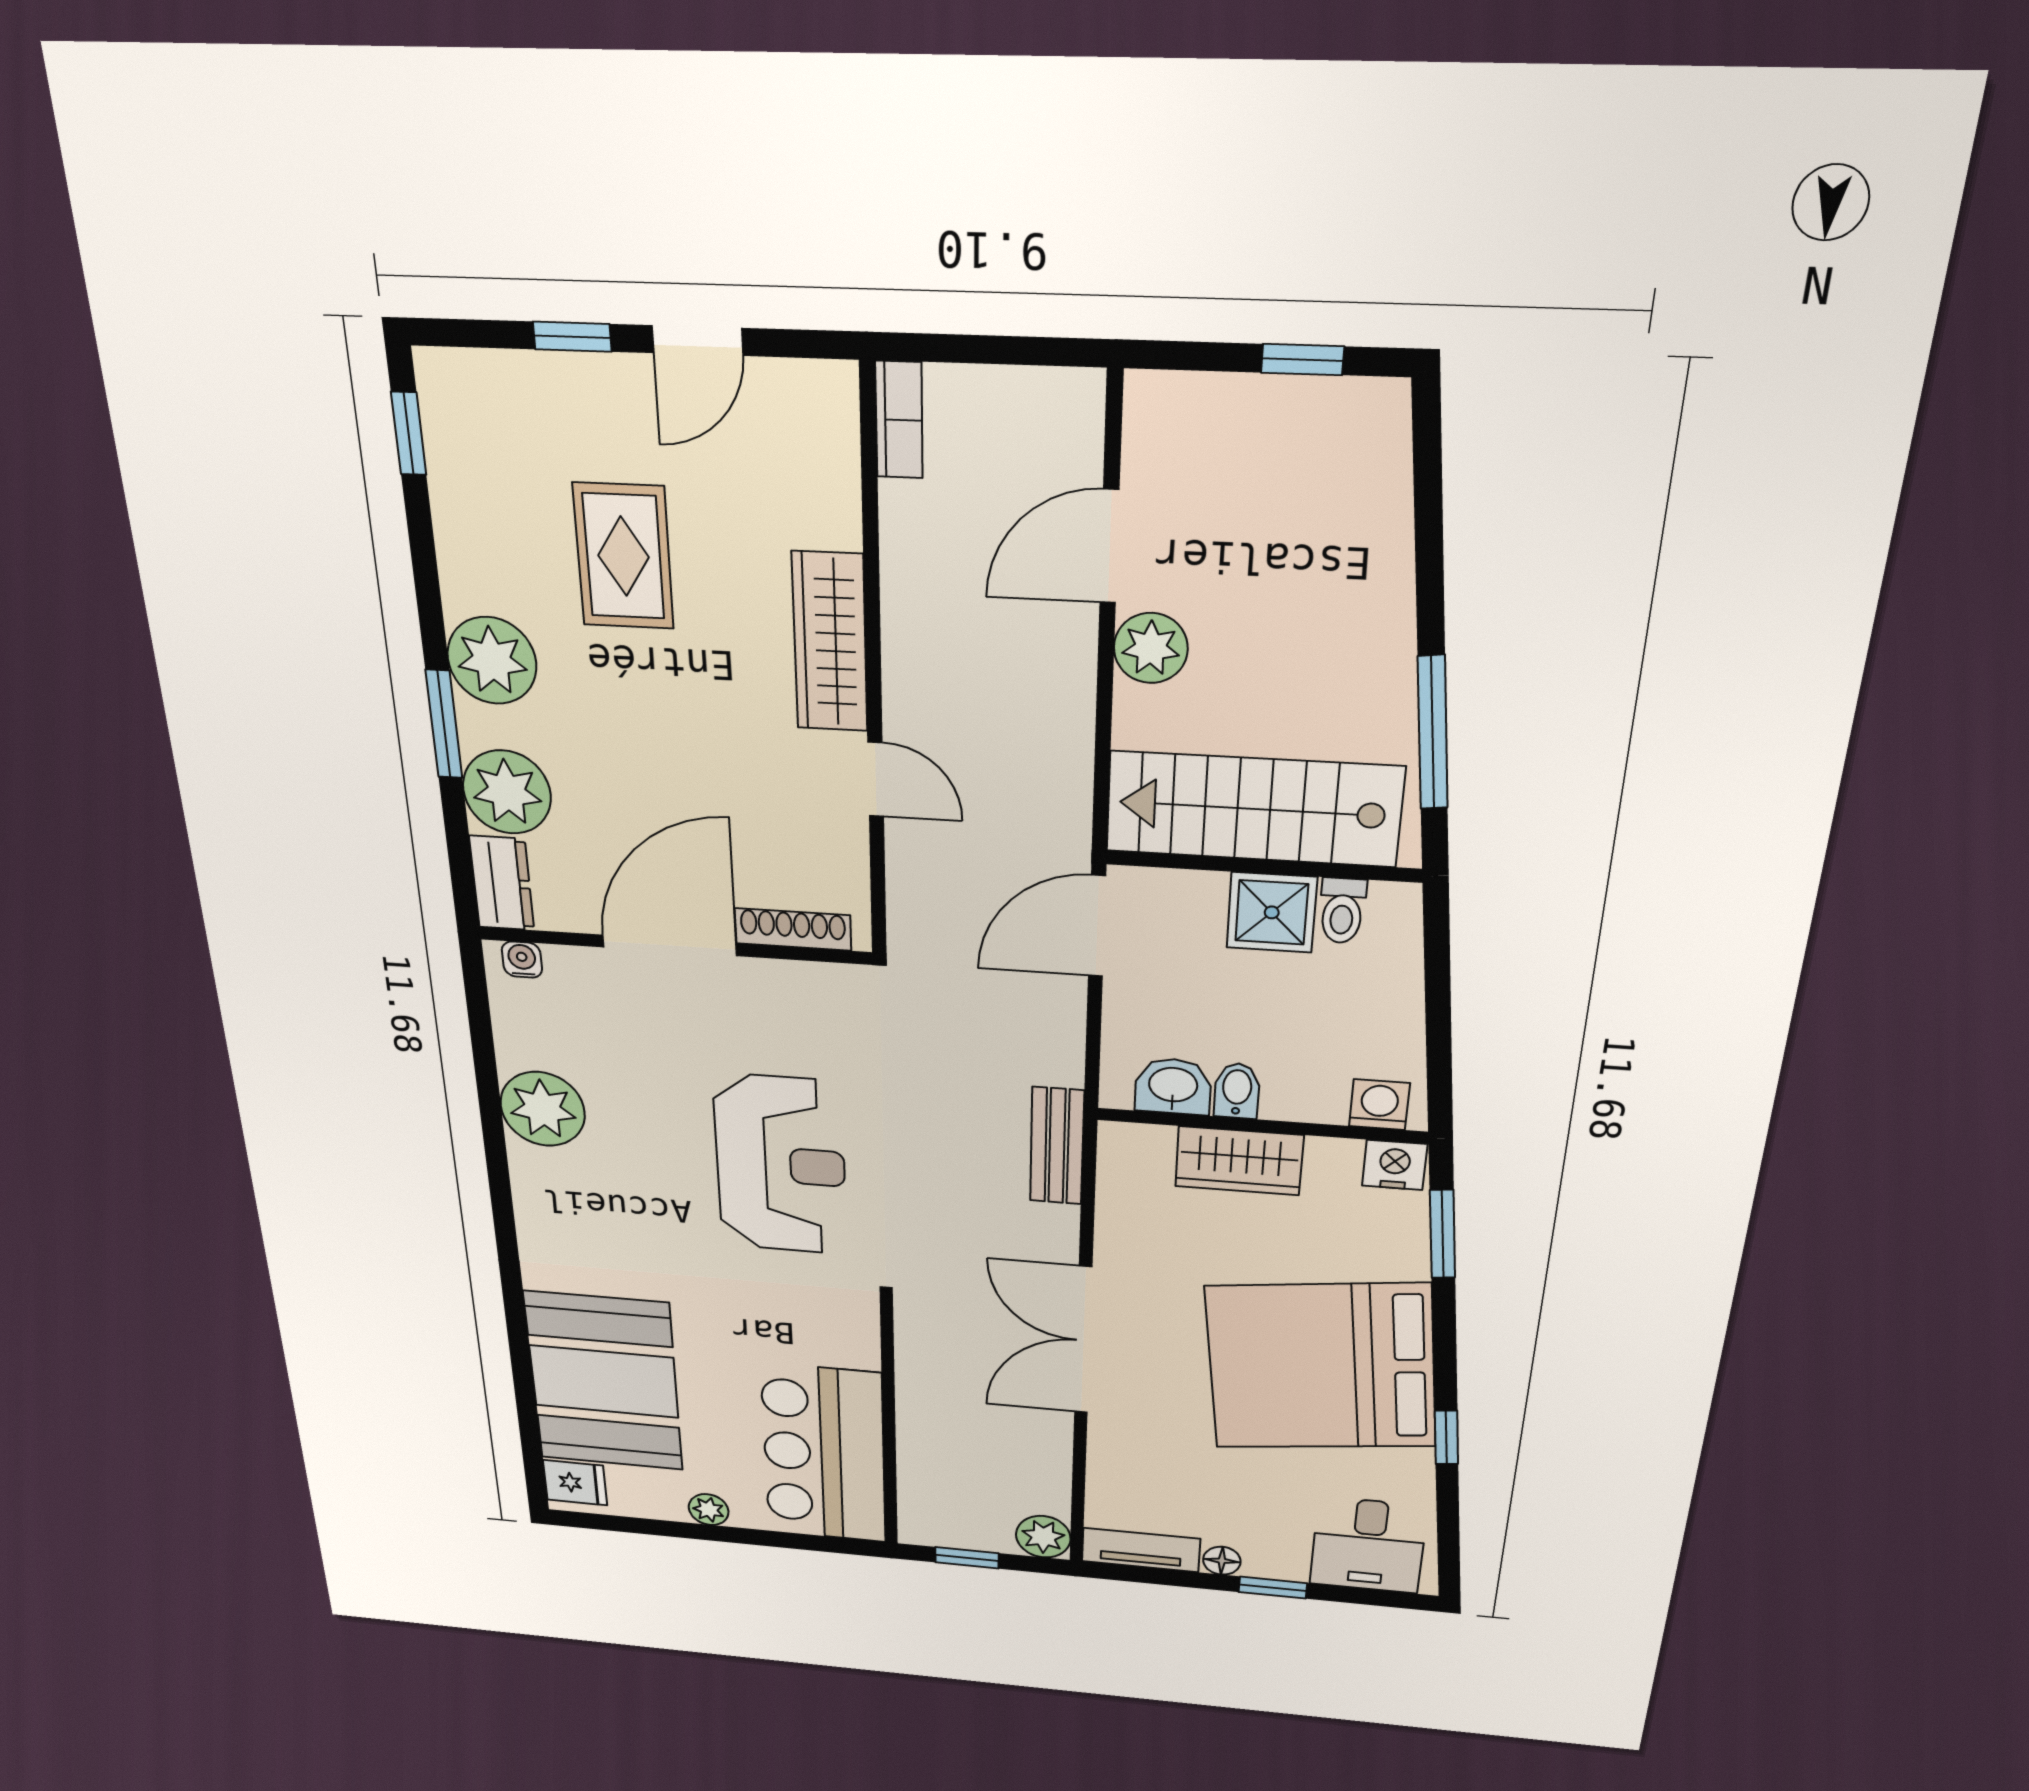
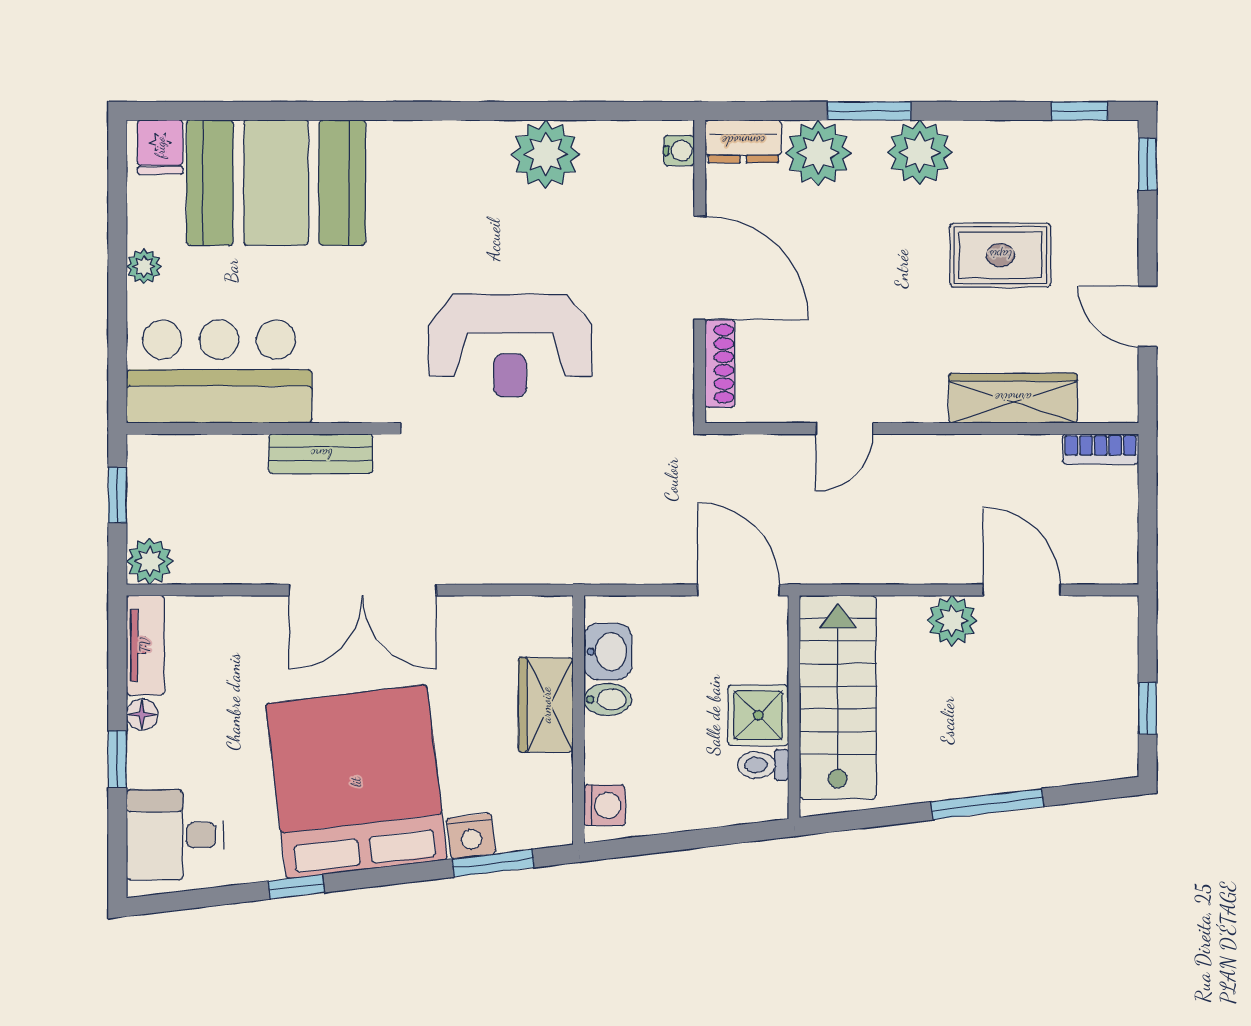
window: (572, 337) -> (1148, 164), moved
wardrobe: (830, 642) -> (1013, 398), moved
window: (1433, 733) -> (987, 804), moved
bench: (1057, 1146) -> (321, 454), moved
nightstand: (1395, 1165) -> (471, 836), moved, turned 83
double door: (1083, 1341) -> (363, 590), swing flipped

